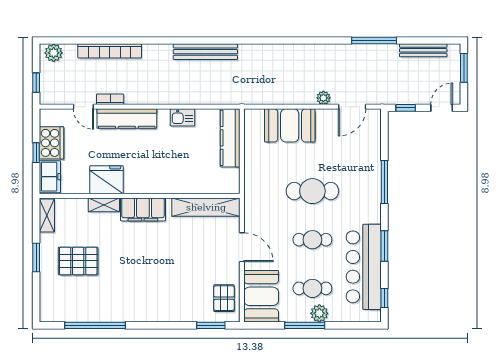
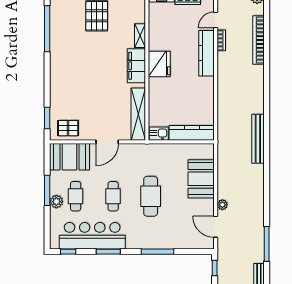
bench: (205, 52) -> (258, 139), moved
kitchen sink: (183, 117) -> (159, 134), moved, turned 90
fridge: (106, 180) -> (159, 64), moved

